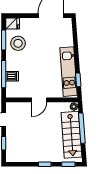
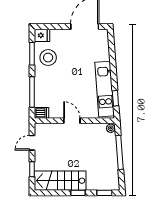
dishwasher: (12, 76) -> (41, 113), moved
door: (39, 100) -> (72, 121), swing flipped
stairs: (71, 135) -> (60, 181), moved, turned 94

